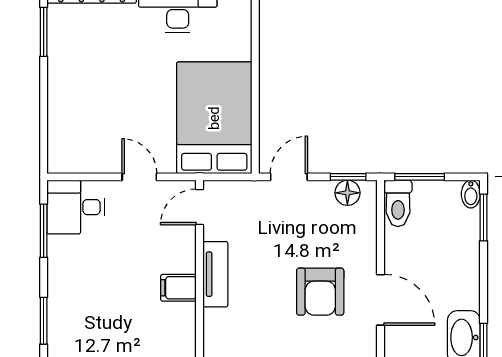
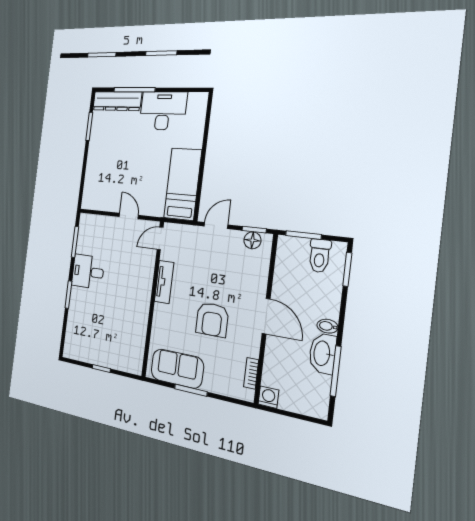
bed: (214, 118) -> (183, 184), width x0.67
bidet: (471, 194) -> (328, 326), moved, turned 90
toilet: (398, 203) -> (320, 256), moved
desk: (76, 207) -> (88, 272), moved
filing cabinet: (178, 288) -> (142, 287), removed
armchair: (320, 292) -> (212, 320), moved

